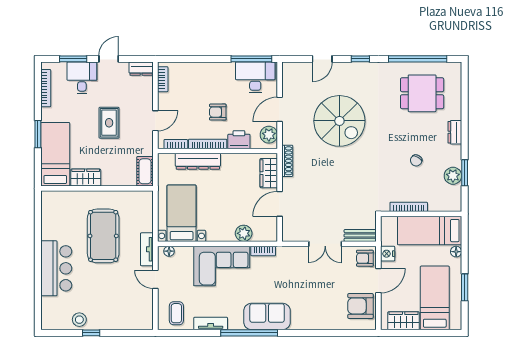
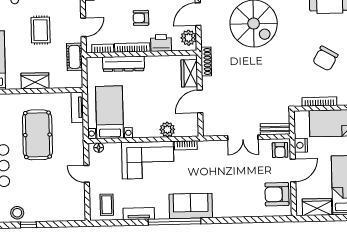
chair: (416, 160) -> (325, 58), width x1.87, depth x1.87
cot: (145, 171) -> (74, 57), moved
wardrobe: (86, 178) -> (35, 81), moved
tv unit: (147, 249) -> (77, 107), moved
armchair: (365, 258) -> (280, 150), turned -90

